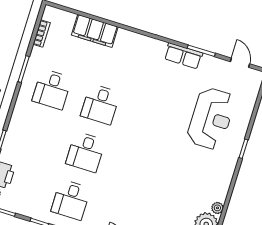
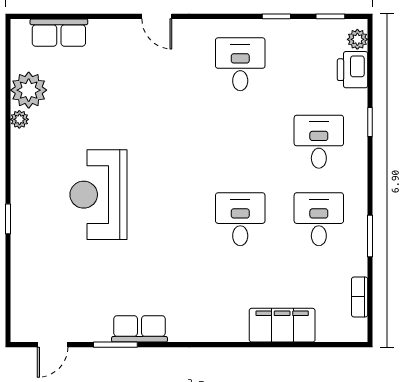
door: (240, 63) -> (53, 345), hinge flipped
reception desk: (211, 118) -> (98, 195), moved
desk: (86, 152) -> (319, 142), moved

